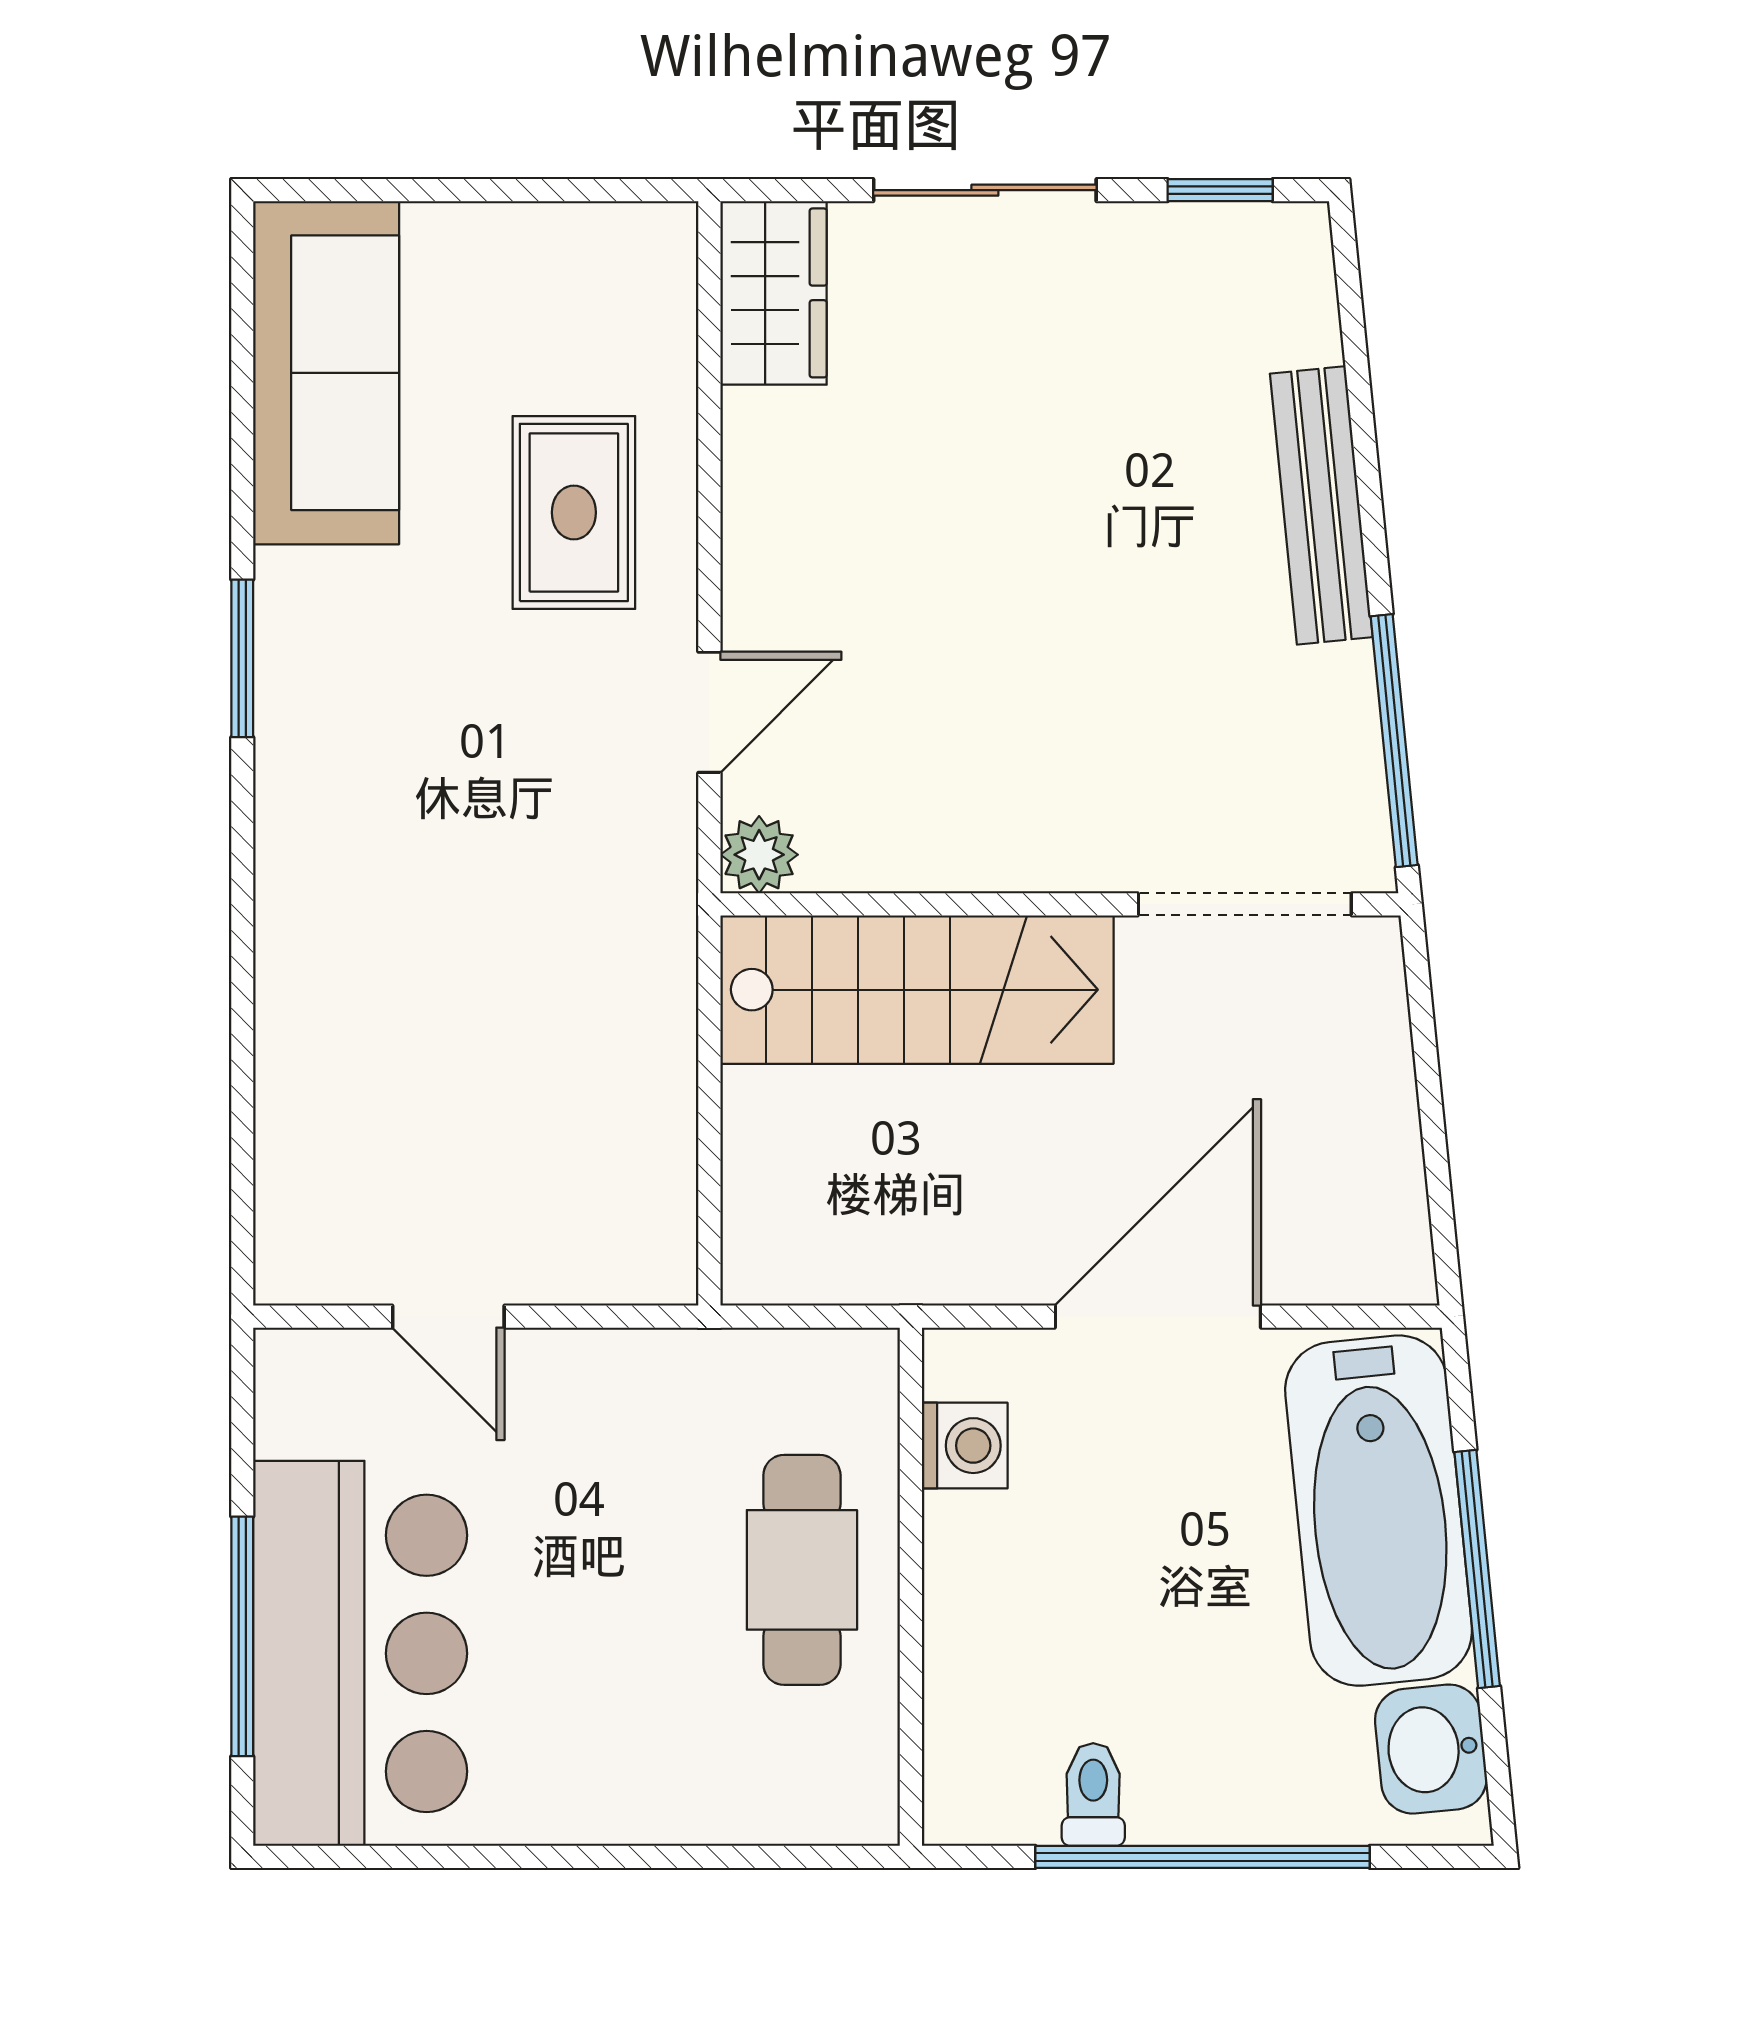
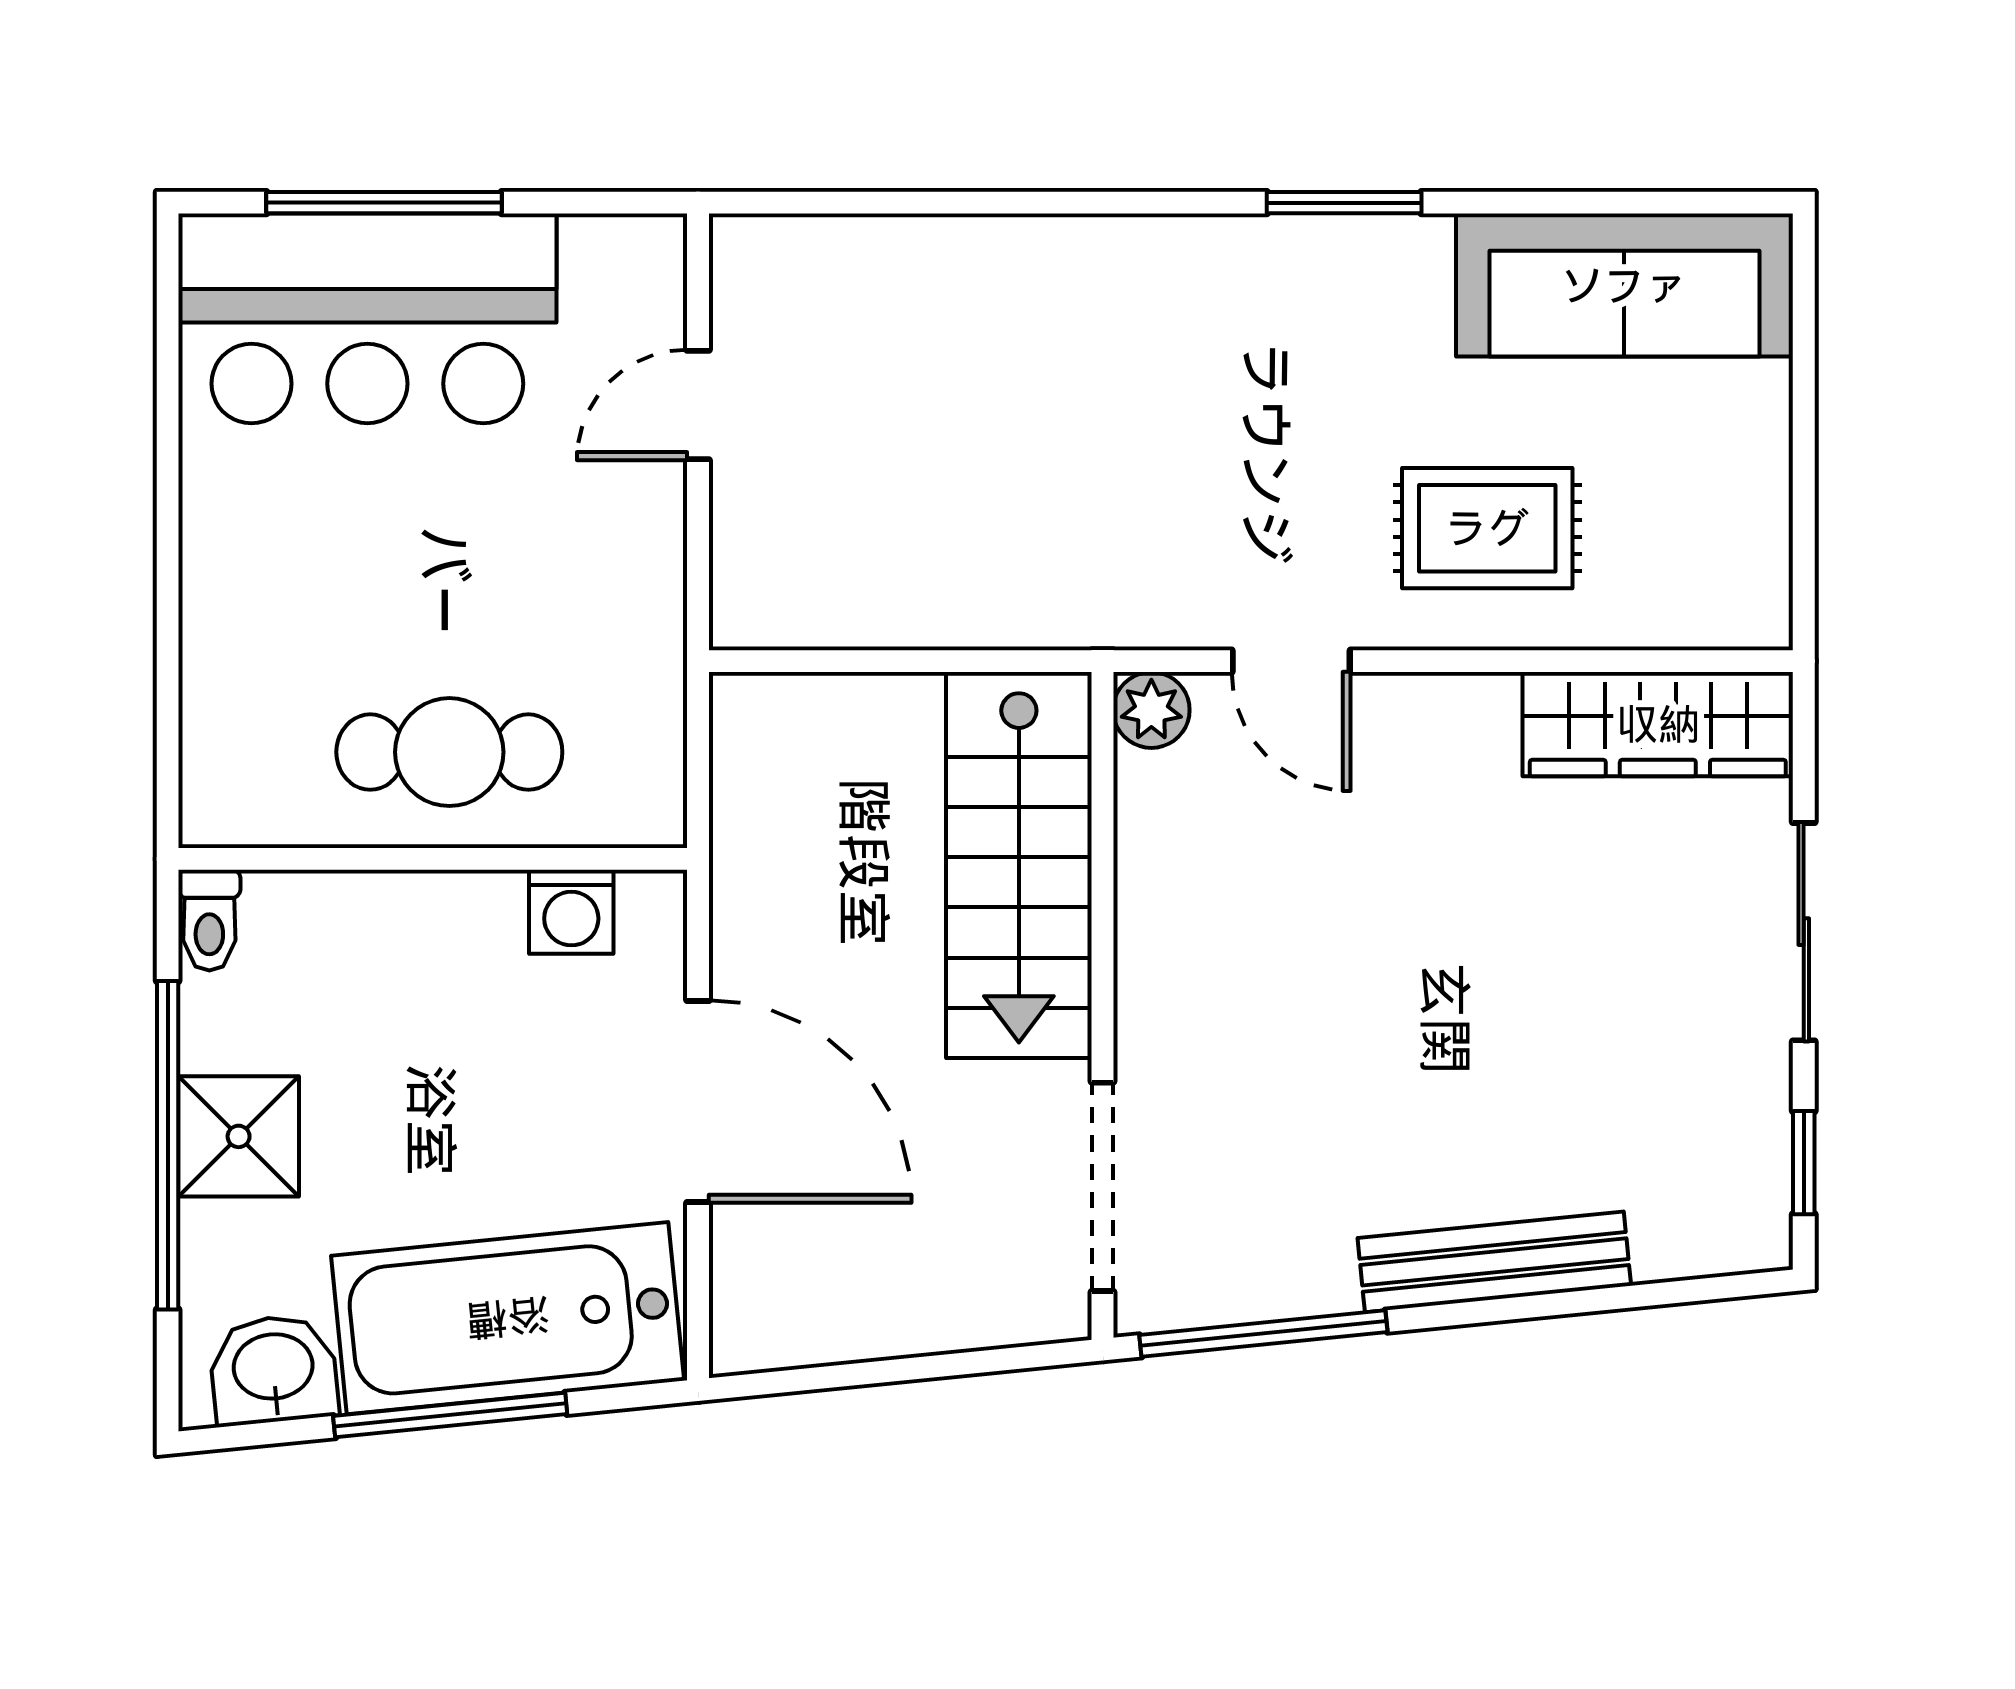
wardrobe: (774, 293) -> (1658, 724), width x1.50
shower: (1193, 1785) -> (239, 1136), added
toilet: (1093, 1794) -> (209, 920), moved, turned 90

